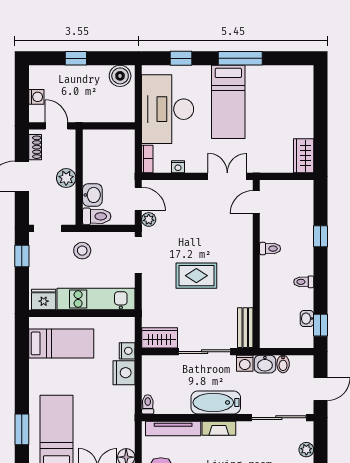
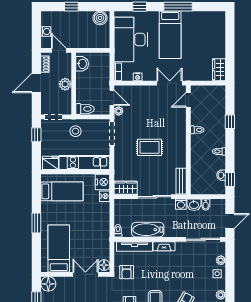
washbasin: (92, 195) -> (82, 64), moved
nightstand: (124, 373) -> (103, 182), moved
bathtub: (216, 402) -> (148, 230), moved
window: (22, 429) -> (36, 223), moved

